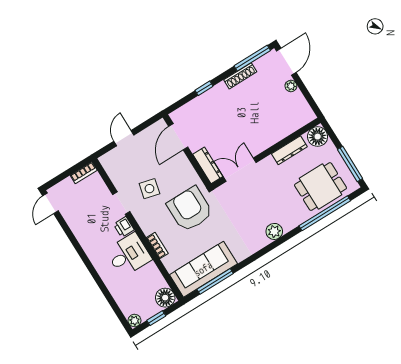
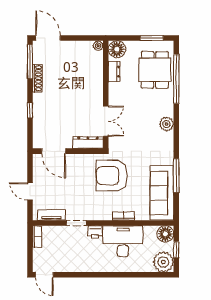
plant: (291, 86) -> (98, 46), moved
dresser: (289, 150) -> (114, 72), width x0.70
window: (350, 164) -> (152, 38), width x0.69
double door: (240, 170) -> (106, 121), swing flipped
tv unit: (114, 174) -> (52, 215), added
side table: (149, 189) -> (79, 196), removed
desk: (129, 255) -> (123, 241), width x1.37
window: (215, 281) -> (176, 176), moved
plant: (135, 321) -> (163, 262), width x1.87, depth x1.87

